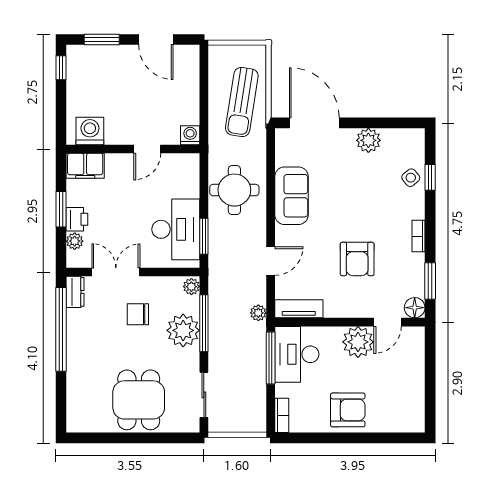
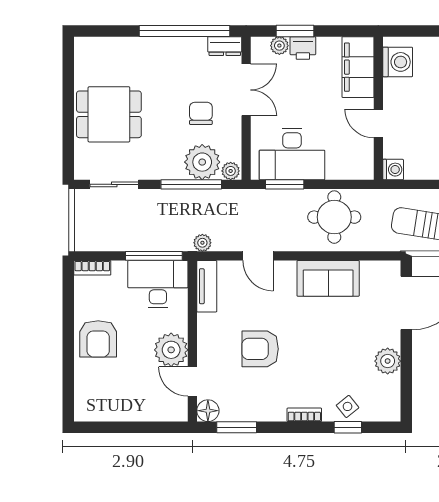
filing cabinet: (85, 166) -> (358, 67), width x1.50, depth x1.17
window: (61, 209) -> (295, 31), moved
bookcase: (419, 236) -> (304, 415), moved
plant: (183, 330) -> (202, 162), moved

